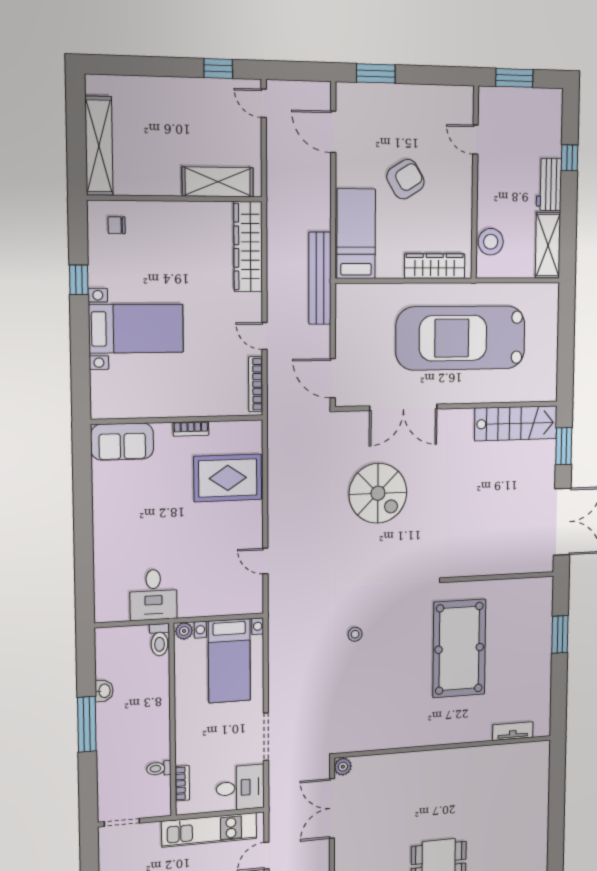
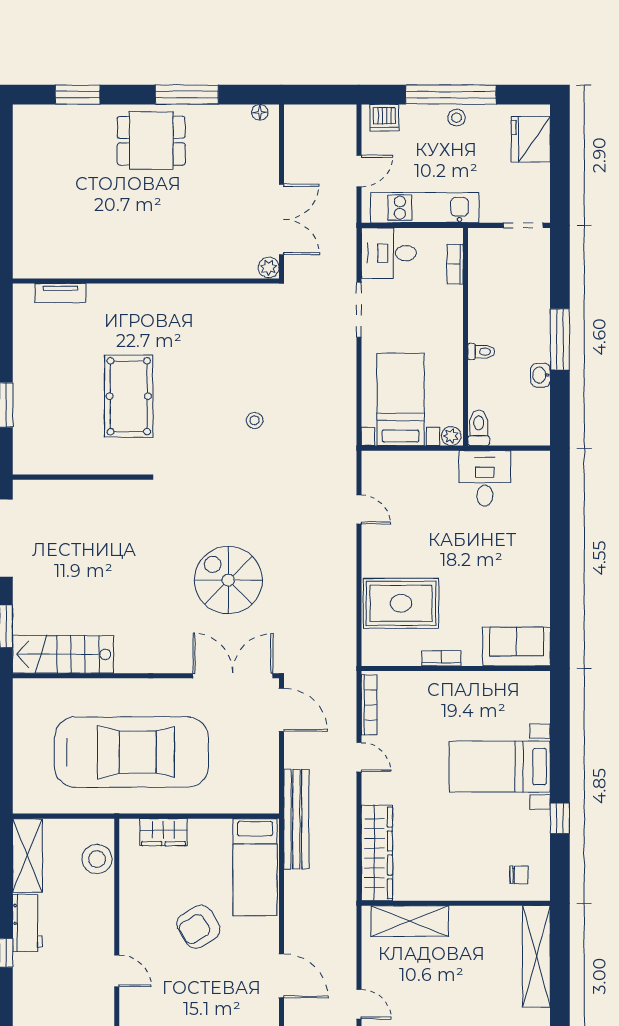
wardrobe: (435, 266) -> (163, 832), width x0.67
double door: (403, 407) -> (233, 676), moved
pool table: (459, 648) -> (129, 396), width x0.73, depth x0.76
toilet: (159, 768) -> (481, 352), moved

